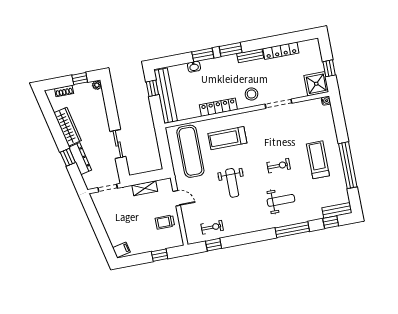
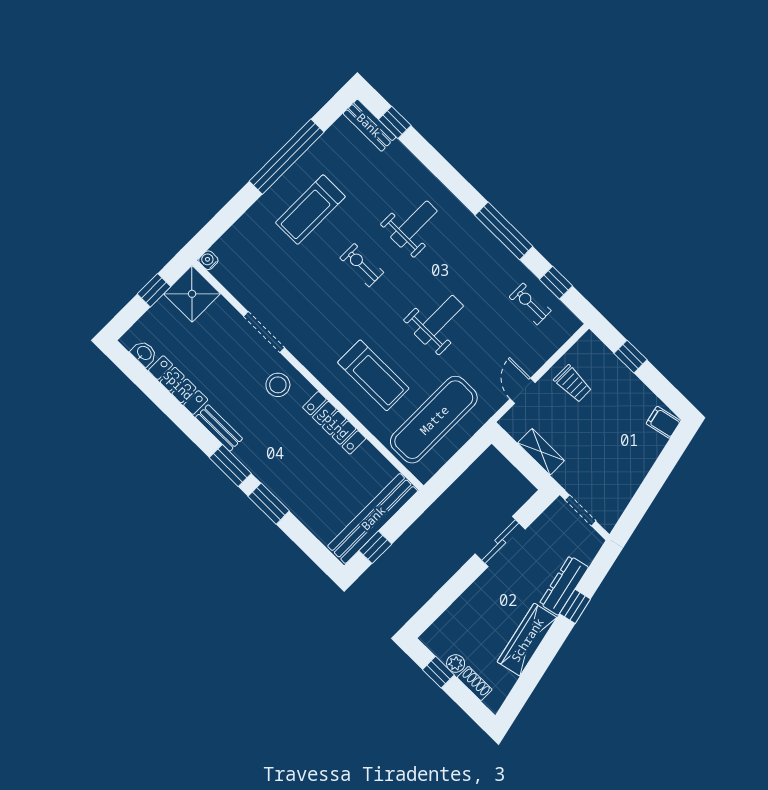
washbasin: (194, 67) -> (144, 353), moved
plant: (97, 85) -> (456, 663), moved
weight bench: (281, 200) -> (414, 224), turned 90
window: (292, 230) -> (504, 231), moved

